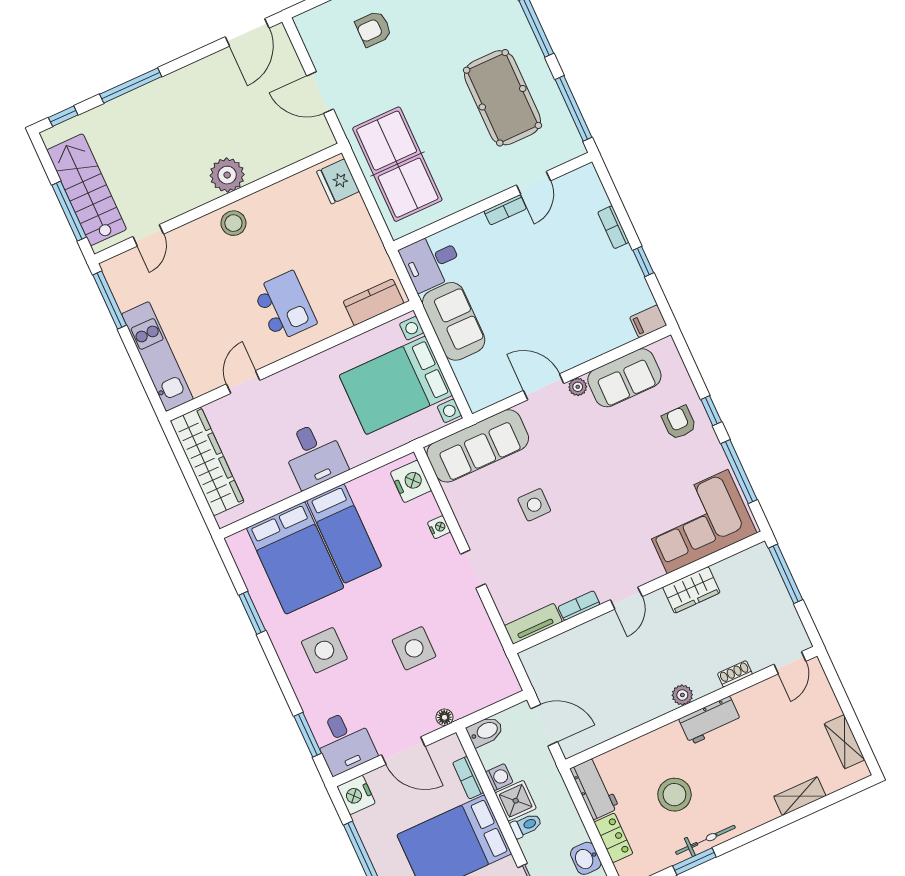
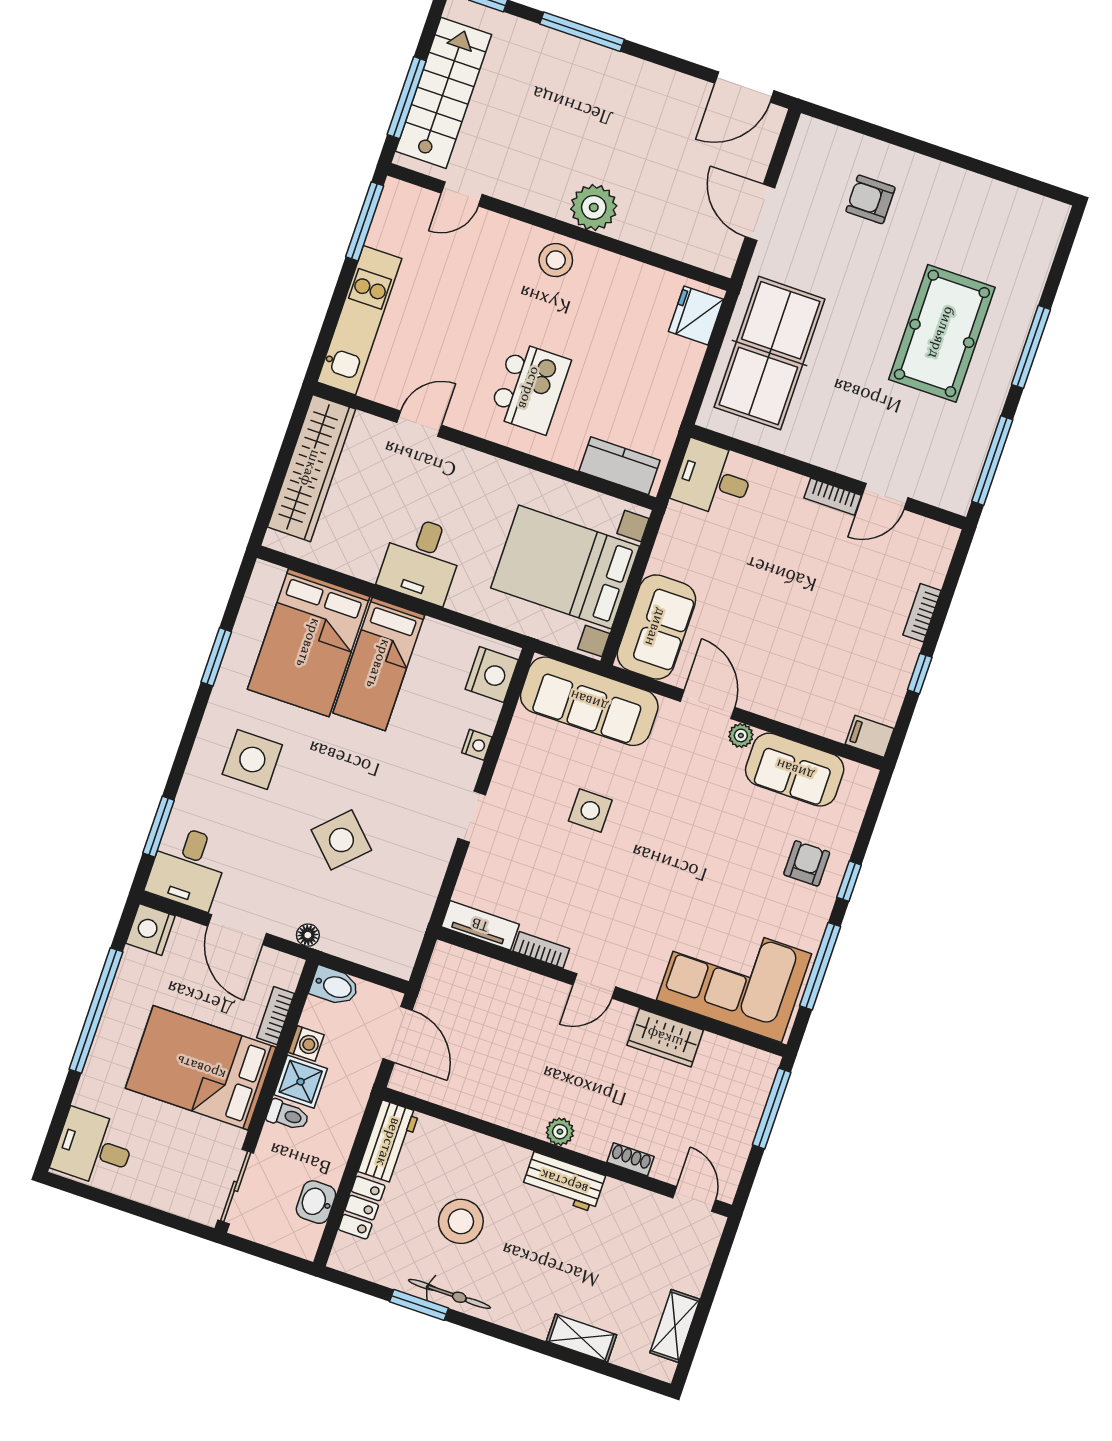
pool table: (503, 98) -> (942, 333), moved
sofa: (454, 321) -> (656, 627), moved
side table: (414, 648) -> (341, 840), turned 45
door: (790, 663) -> (694, 1199), swing flipped

